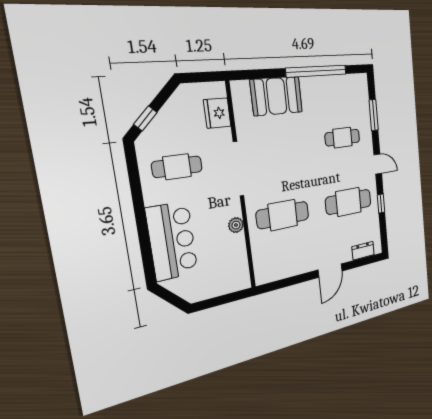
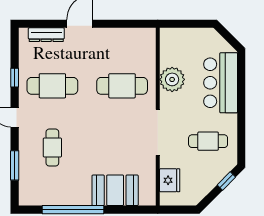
cafe table: (342, 138) -> (52, 148), turned 90
plant: (236, 225) -> (172, 79), width x1.88, depth x1.88
dresser: (363, 251) -> (46, 35), width x1.44

